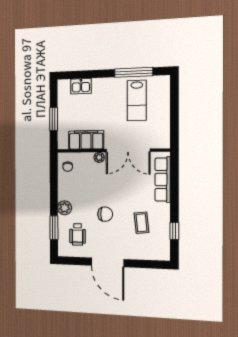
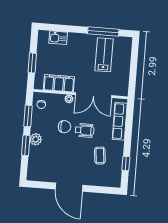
lab bench: (137, 100) -> (104, 55), turned 180
window: (54, 181) -> (28, 116), added
chair: (105, 214) -> (64, 127), moved
window: (54, 228) -> (26, 145), moved
wheelchair: (78, 234) -> (84, 130), moved, turned -90

